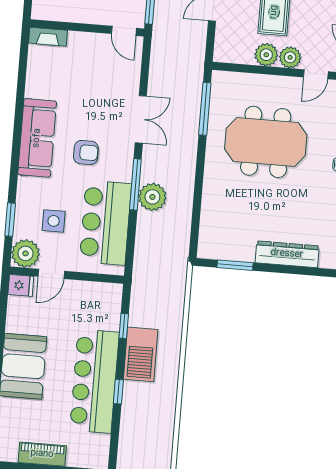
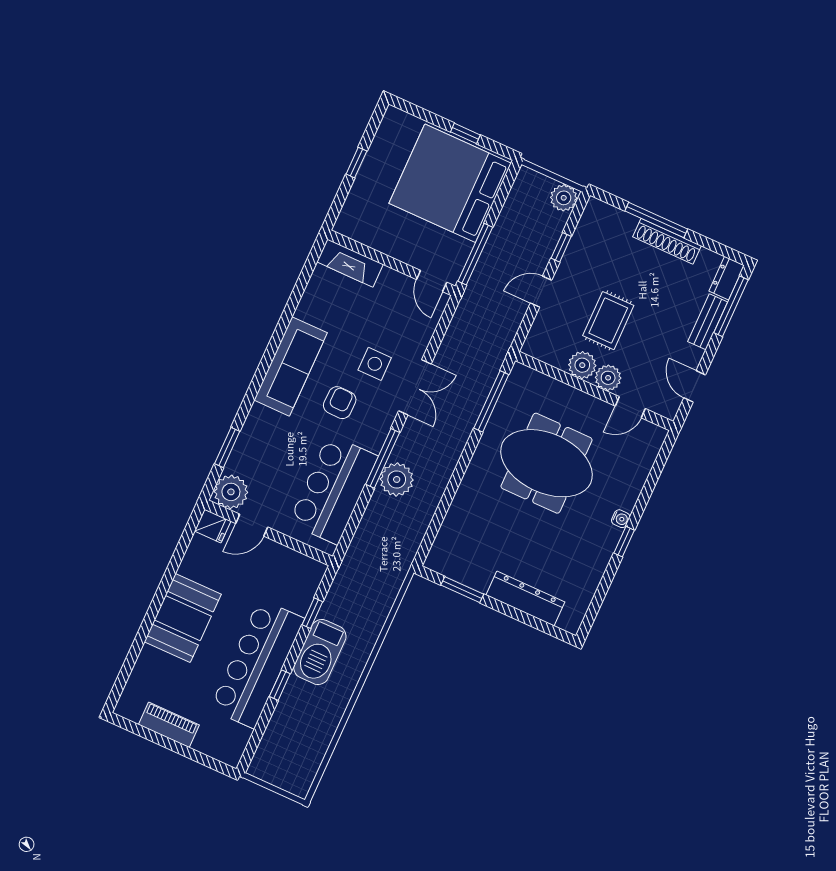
fireplace: (48, 37) -> (350, 263), width x1.37, depth x1.32
armchair: (86, 153) -> (340, 403), turned -89
side table: (54, 221) -> (375, 364), moved

